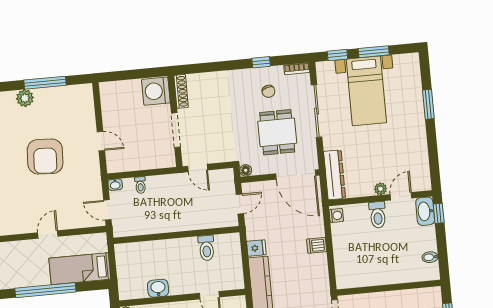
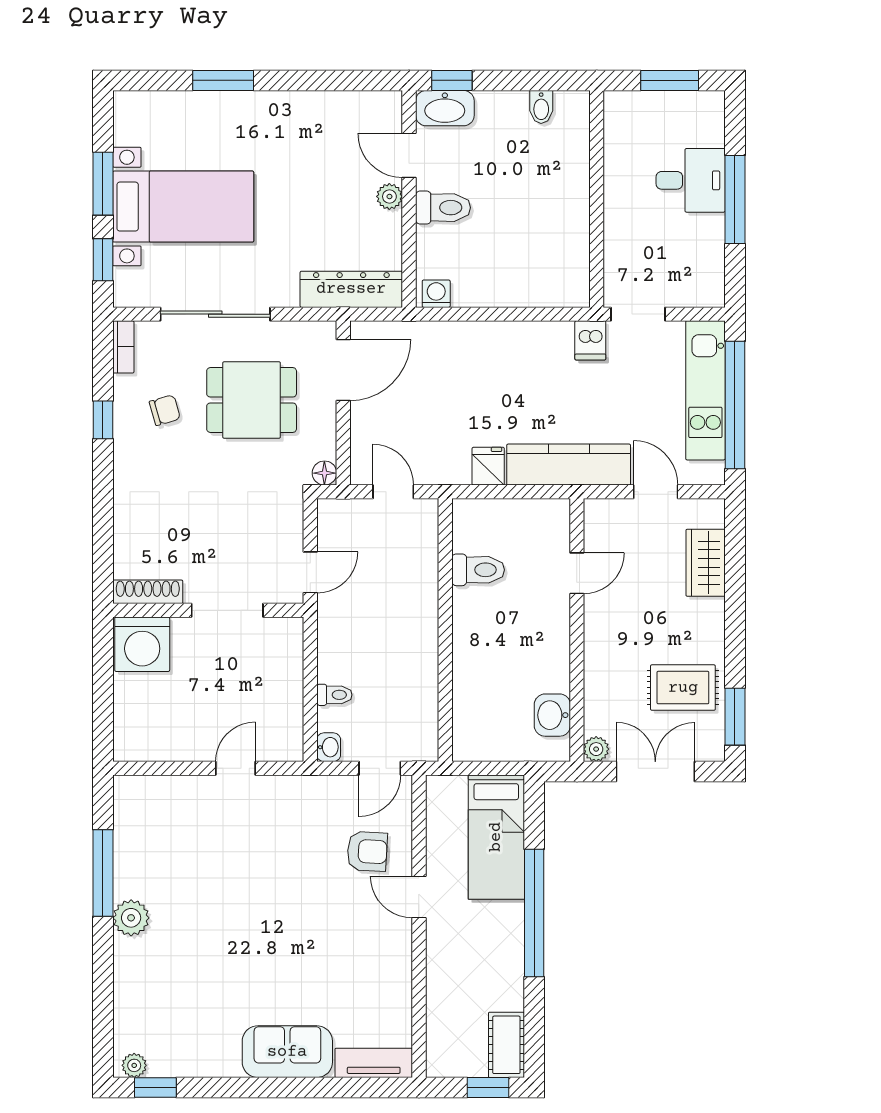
armchair: (45, 157) -> (367, 851), moved, width x0.53, depth x0.53
door: (296, 175) -> (343, 370), width x0.73
dishwasher: (317, 245) -> (590, 340), moved
washbasin: (158, 288) -> (552, 715), moved

